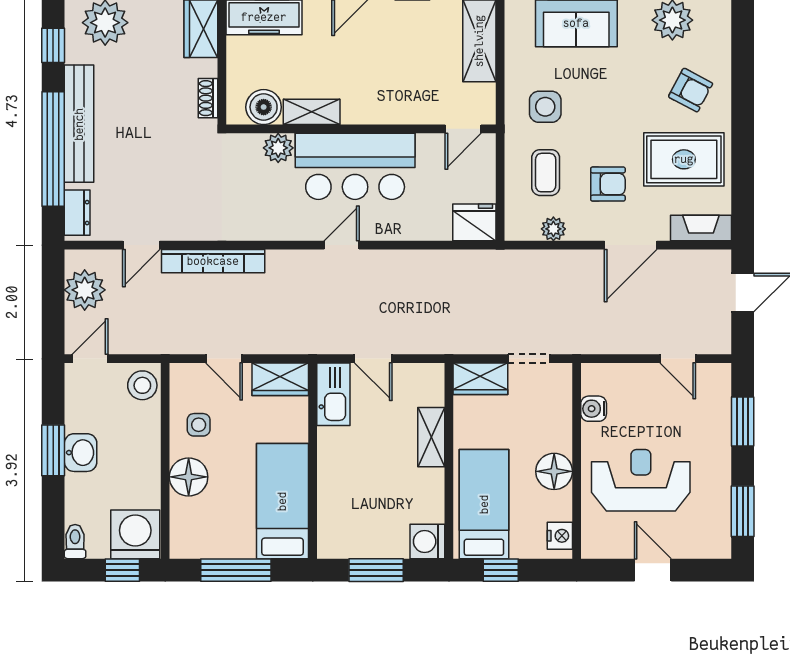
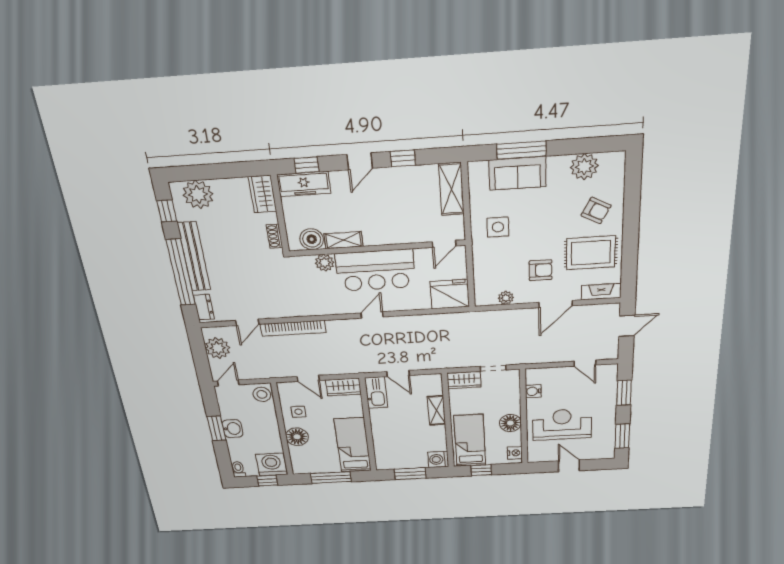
coffee table: (546, 173) -> (500, 266), removed
fridge: (474, 222) -> (450, 294), width x1.36, depth x1.34

